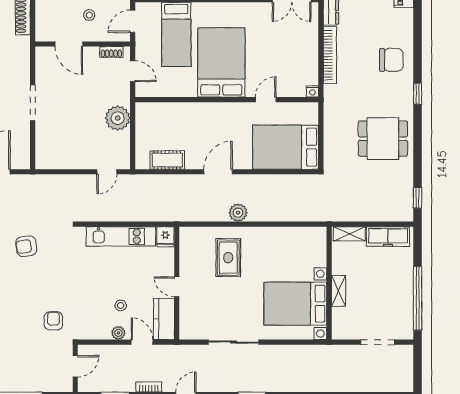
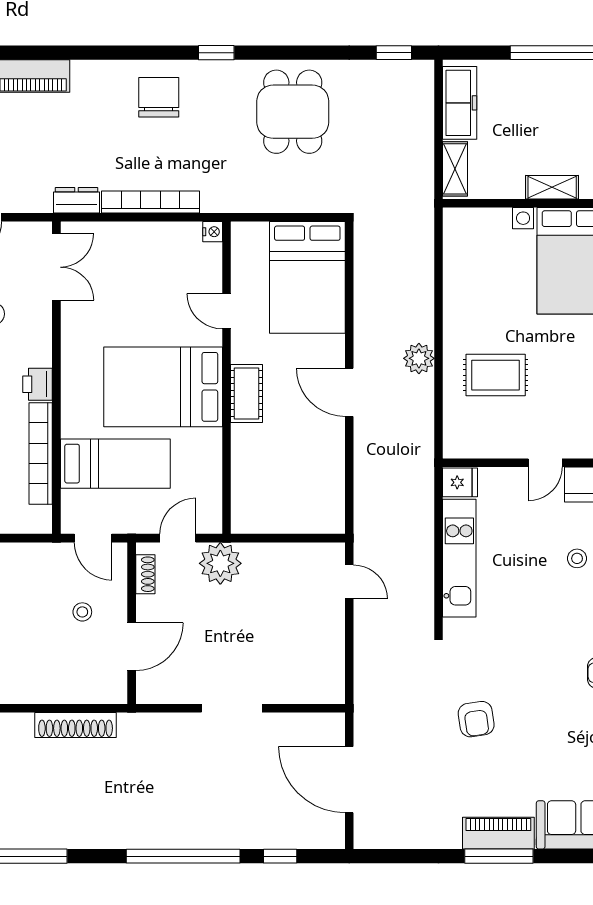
plant: (118, 118) -> (220, 563), moved
cot: (167, 160) -> (247, 393), moved

